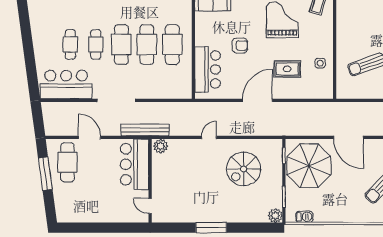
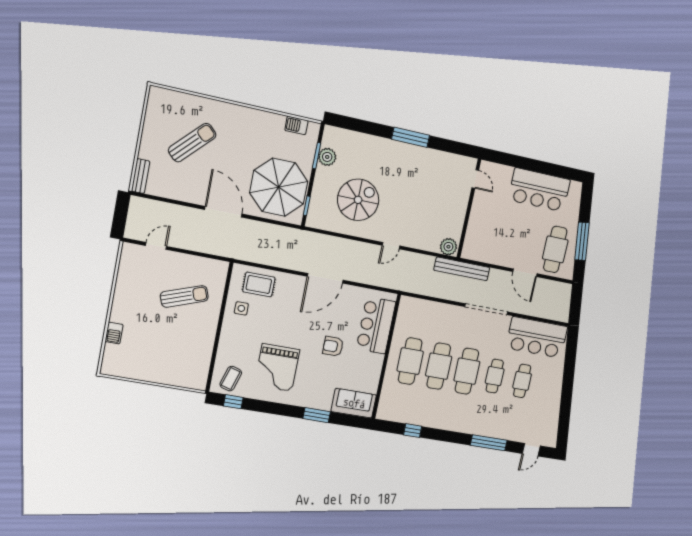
rug: (287, 69) -> (259, 284), moved
bar counter: (135, 164) -> (539, 190), moved, turned 90
plant: (275, 216) -> (327, 157), moved

